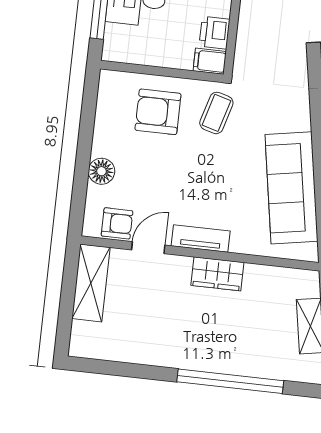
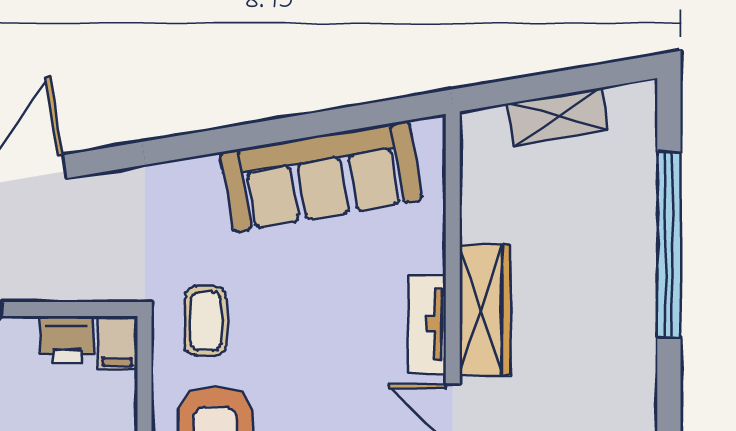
coffee table: (216, 113) -> (206, 321), turned 74
wardrobe: (217, 274) -> (485, 310), width x1.50

